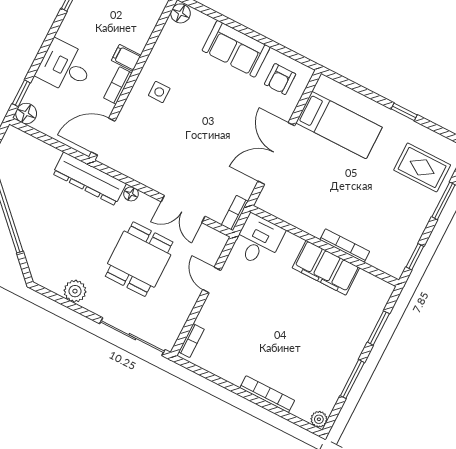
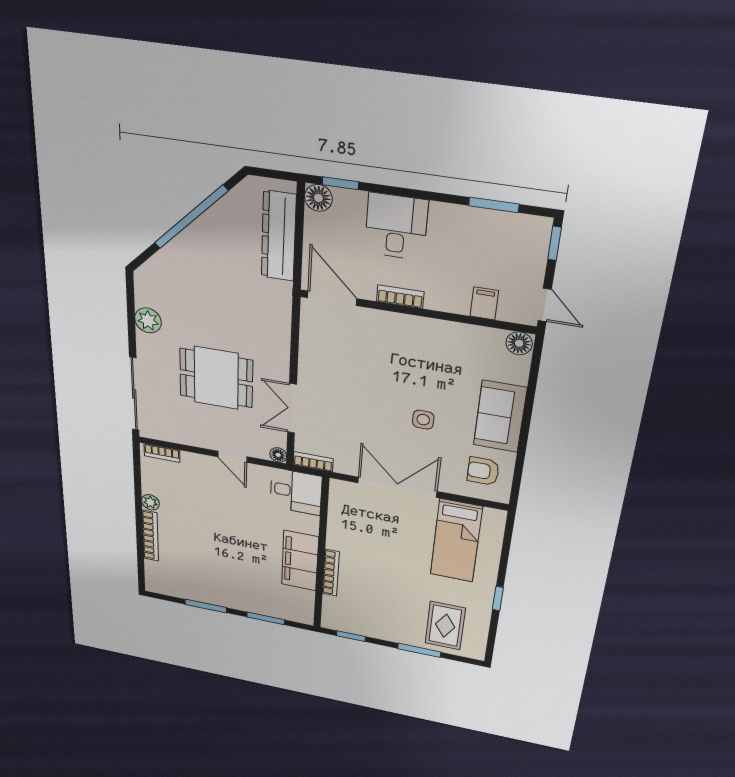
filing cabinet: (126, 58) -> (484, 303), moved
side table: (159, 92) -> (423, 420), moved
dresser: (89, 179) -> (279, 236), moved
floor lamp: (131, 194) -> (278, 455), moved
door: (212, 280) -> (232, 457), swing flipped
plant: (319, 419) -> (150, 502), moved

